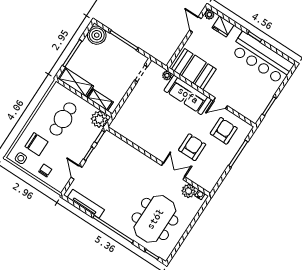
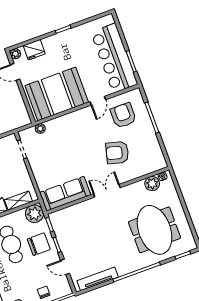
bar counter: (262, 58) -> (114, 58), moved, turned 90
booth: (194, 69) -> (57, 94), width x1.36, depth x1.42
sofa: (188, 95) -> (65, 194), moved, turned 180
chair: (36, 144) -> (39, 244), moved
armchair: (192, 147) -> (117, 153), turned -75
double door: (173, 171) -> (107, 191), moved

